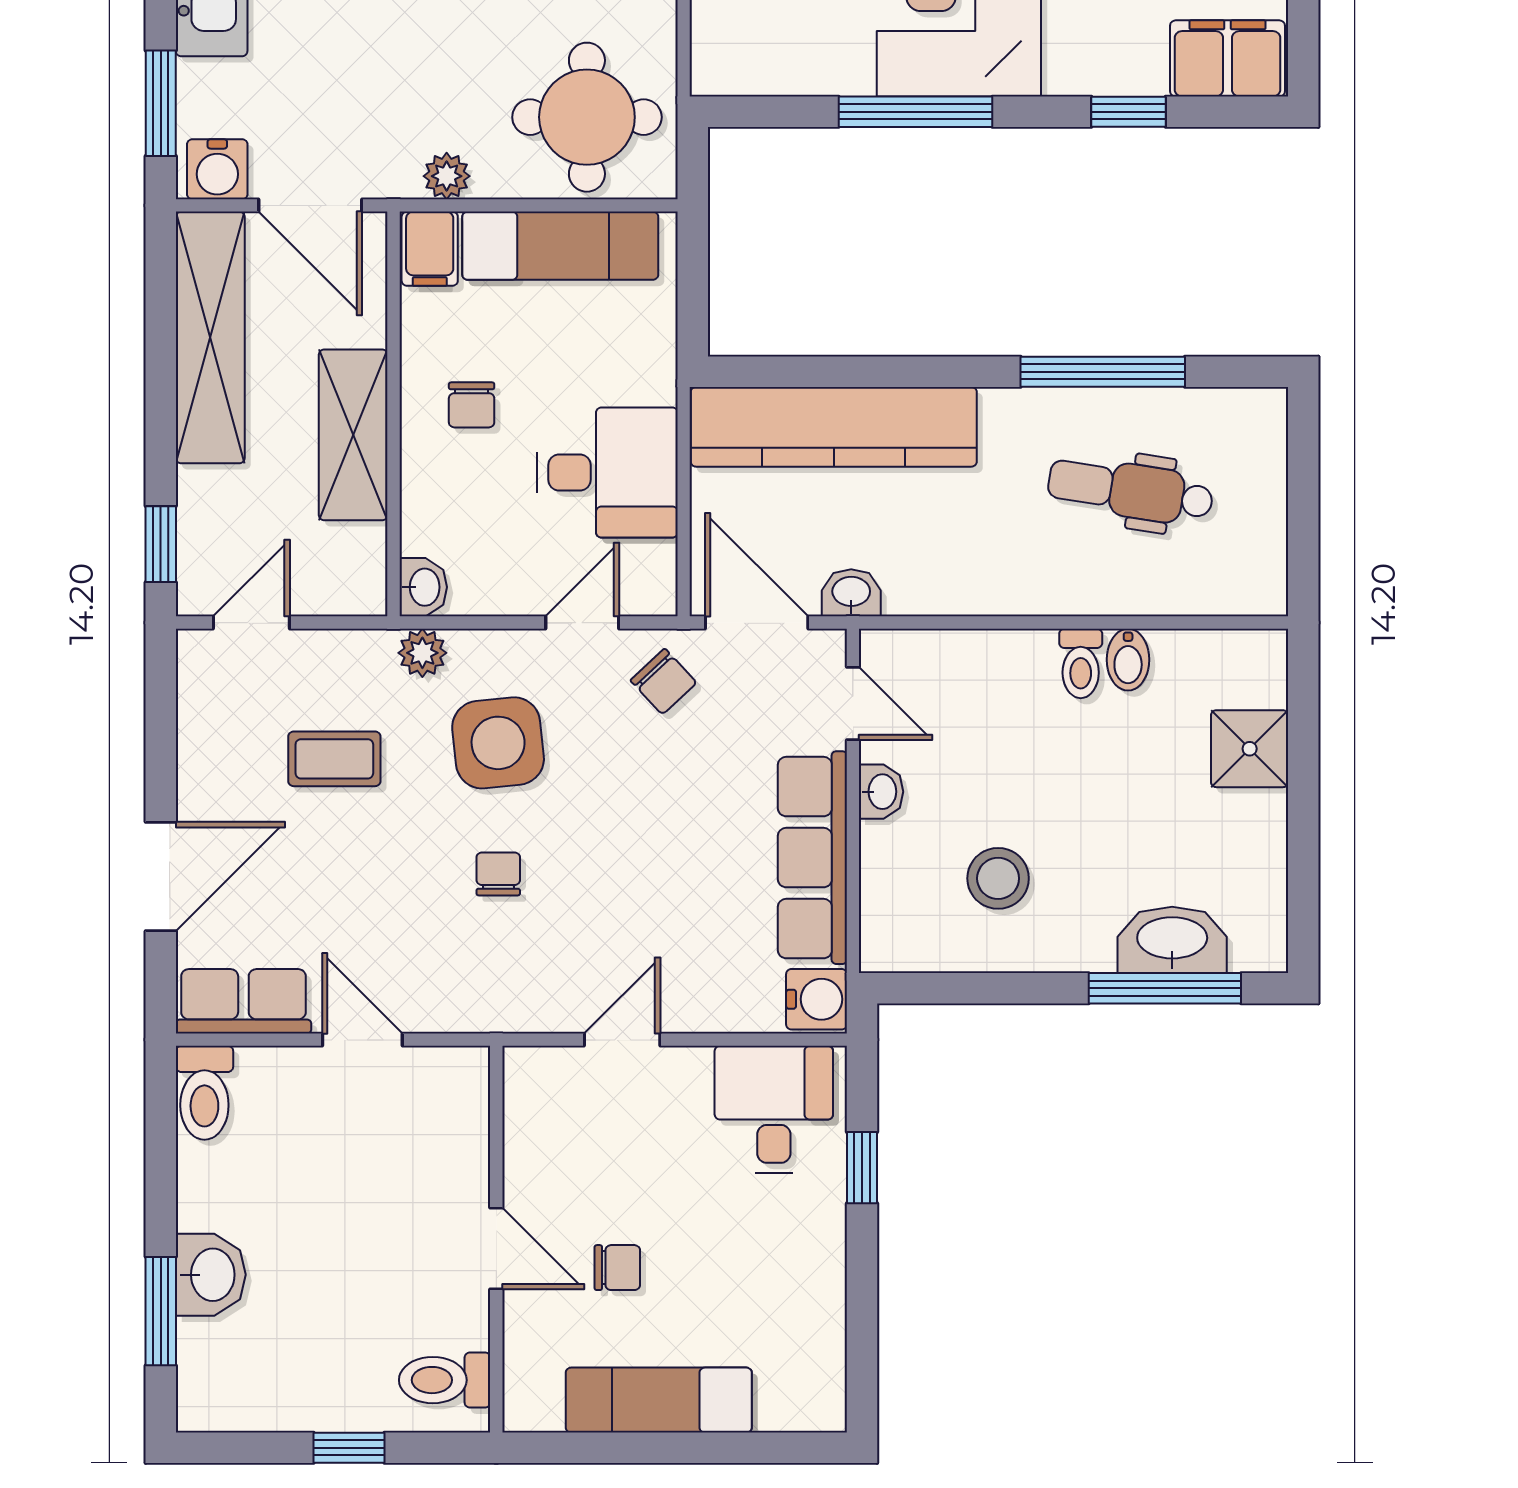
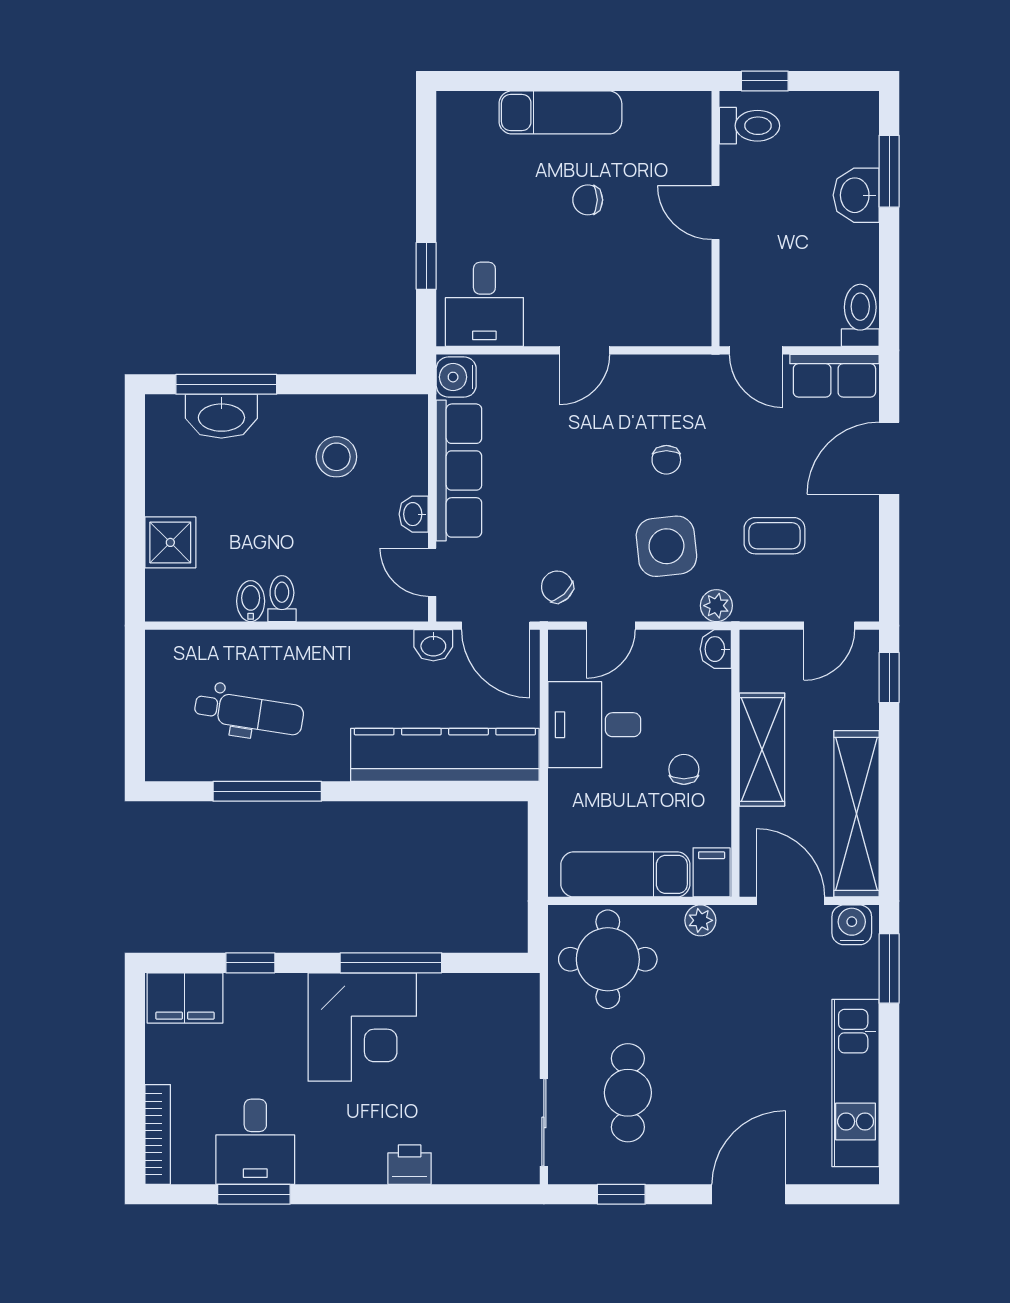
wall: (496, 1239) -> (716, 219), moved
door: (496, 1248) -> (716, 213), moved
toilet: (445, 1380) -> (750, 126), moved

